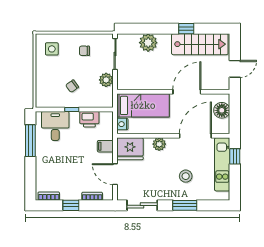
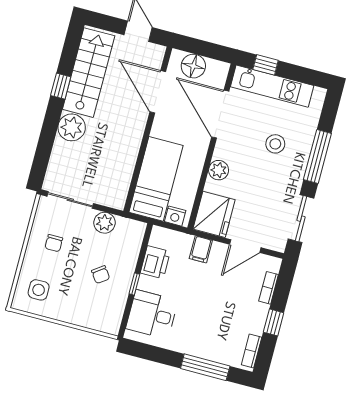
plant: (148, 43) -> (72, 127), moved
door: (187, 92) -> (158, 92), moved
window: (30, 141) -> (205, 367), moved
window: (185, 205) -> (317, 156), width x1.44

